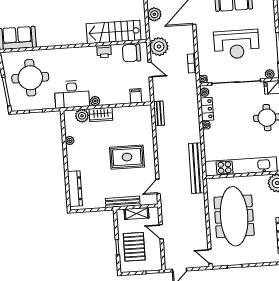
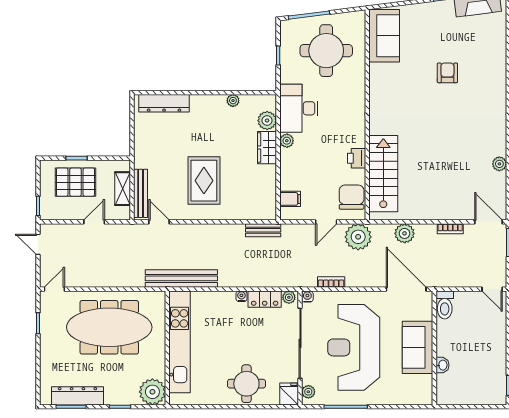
reception desk: (237, 44) -> (354, 347), width x1.36, depth x1.30
bench: (123, 202) -> (141, 193), moved

